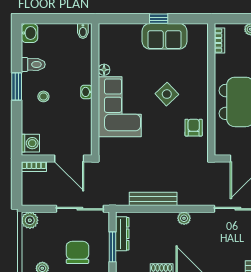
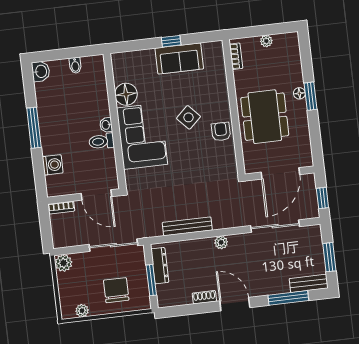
bidet: (83, 31) -> (75, 65), moved
toilet: (33, 64) -> (101, 141), moved, turned 180
floor lamp: (104, 70) -> (126, 94), width x1.89, depth x1.89
window: (17, 87) -> (34, 128), width x1.44
stool: (43, 96) -> (63, 135), removed
armchair: (194, 128) -> (221, 132), moved
washing machine: (30, 143) -> (53, 165), moved

